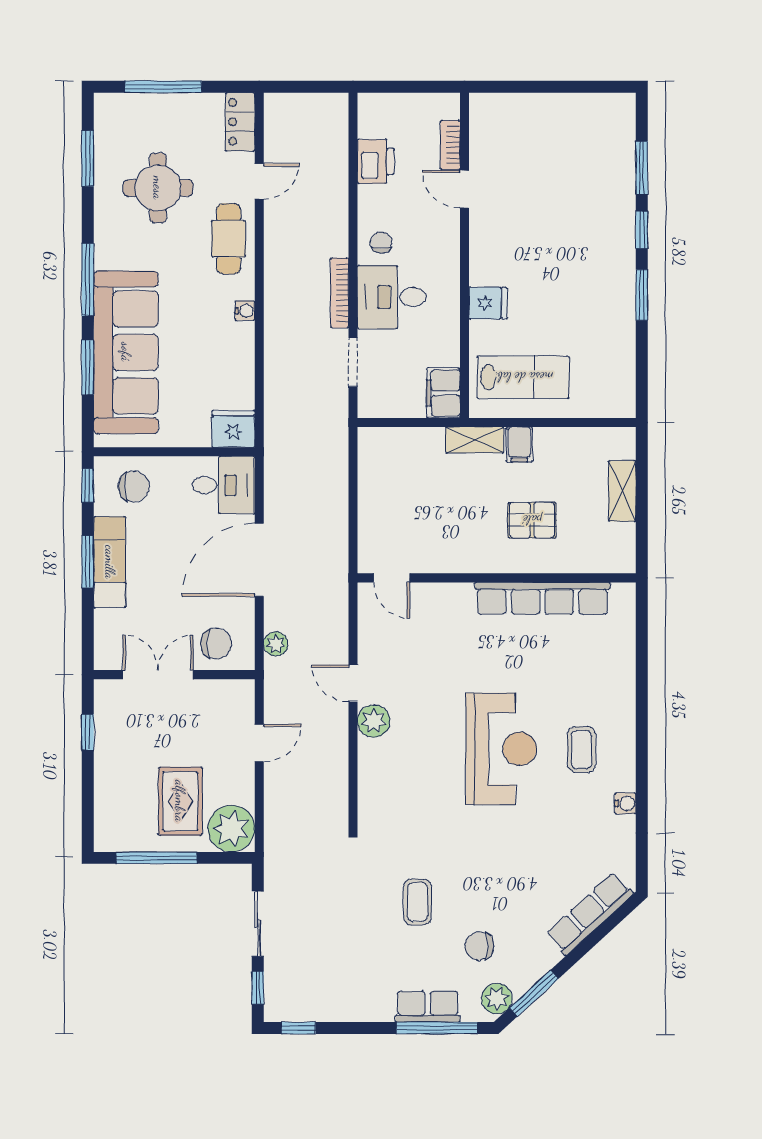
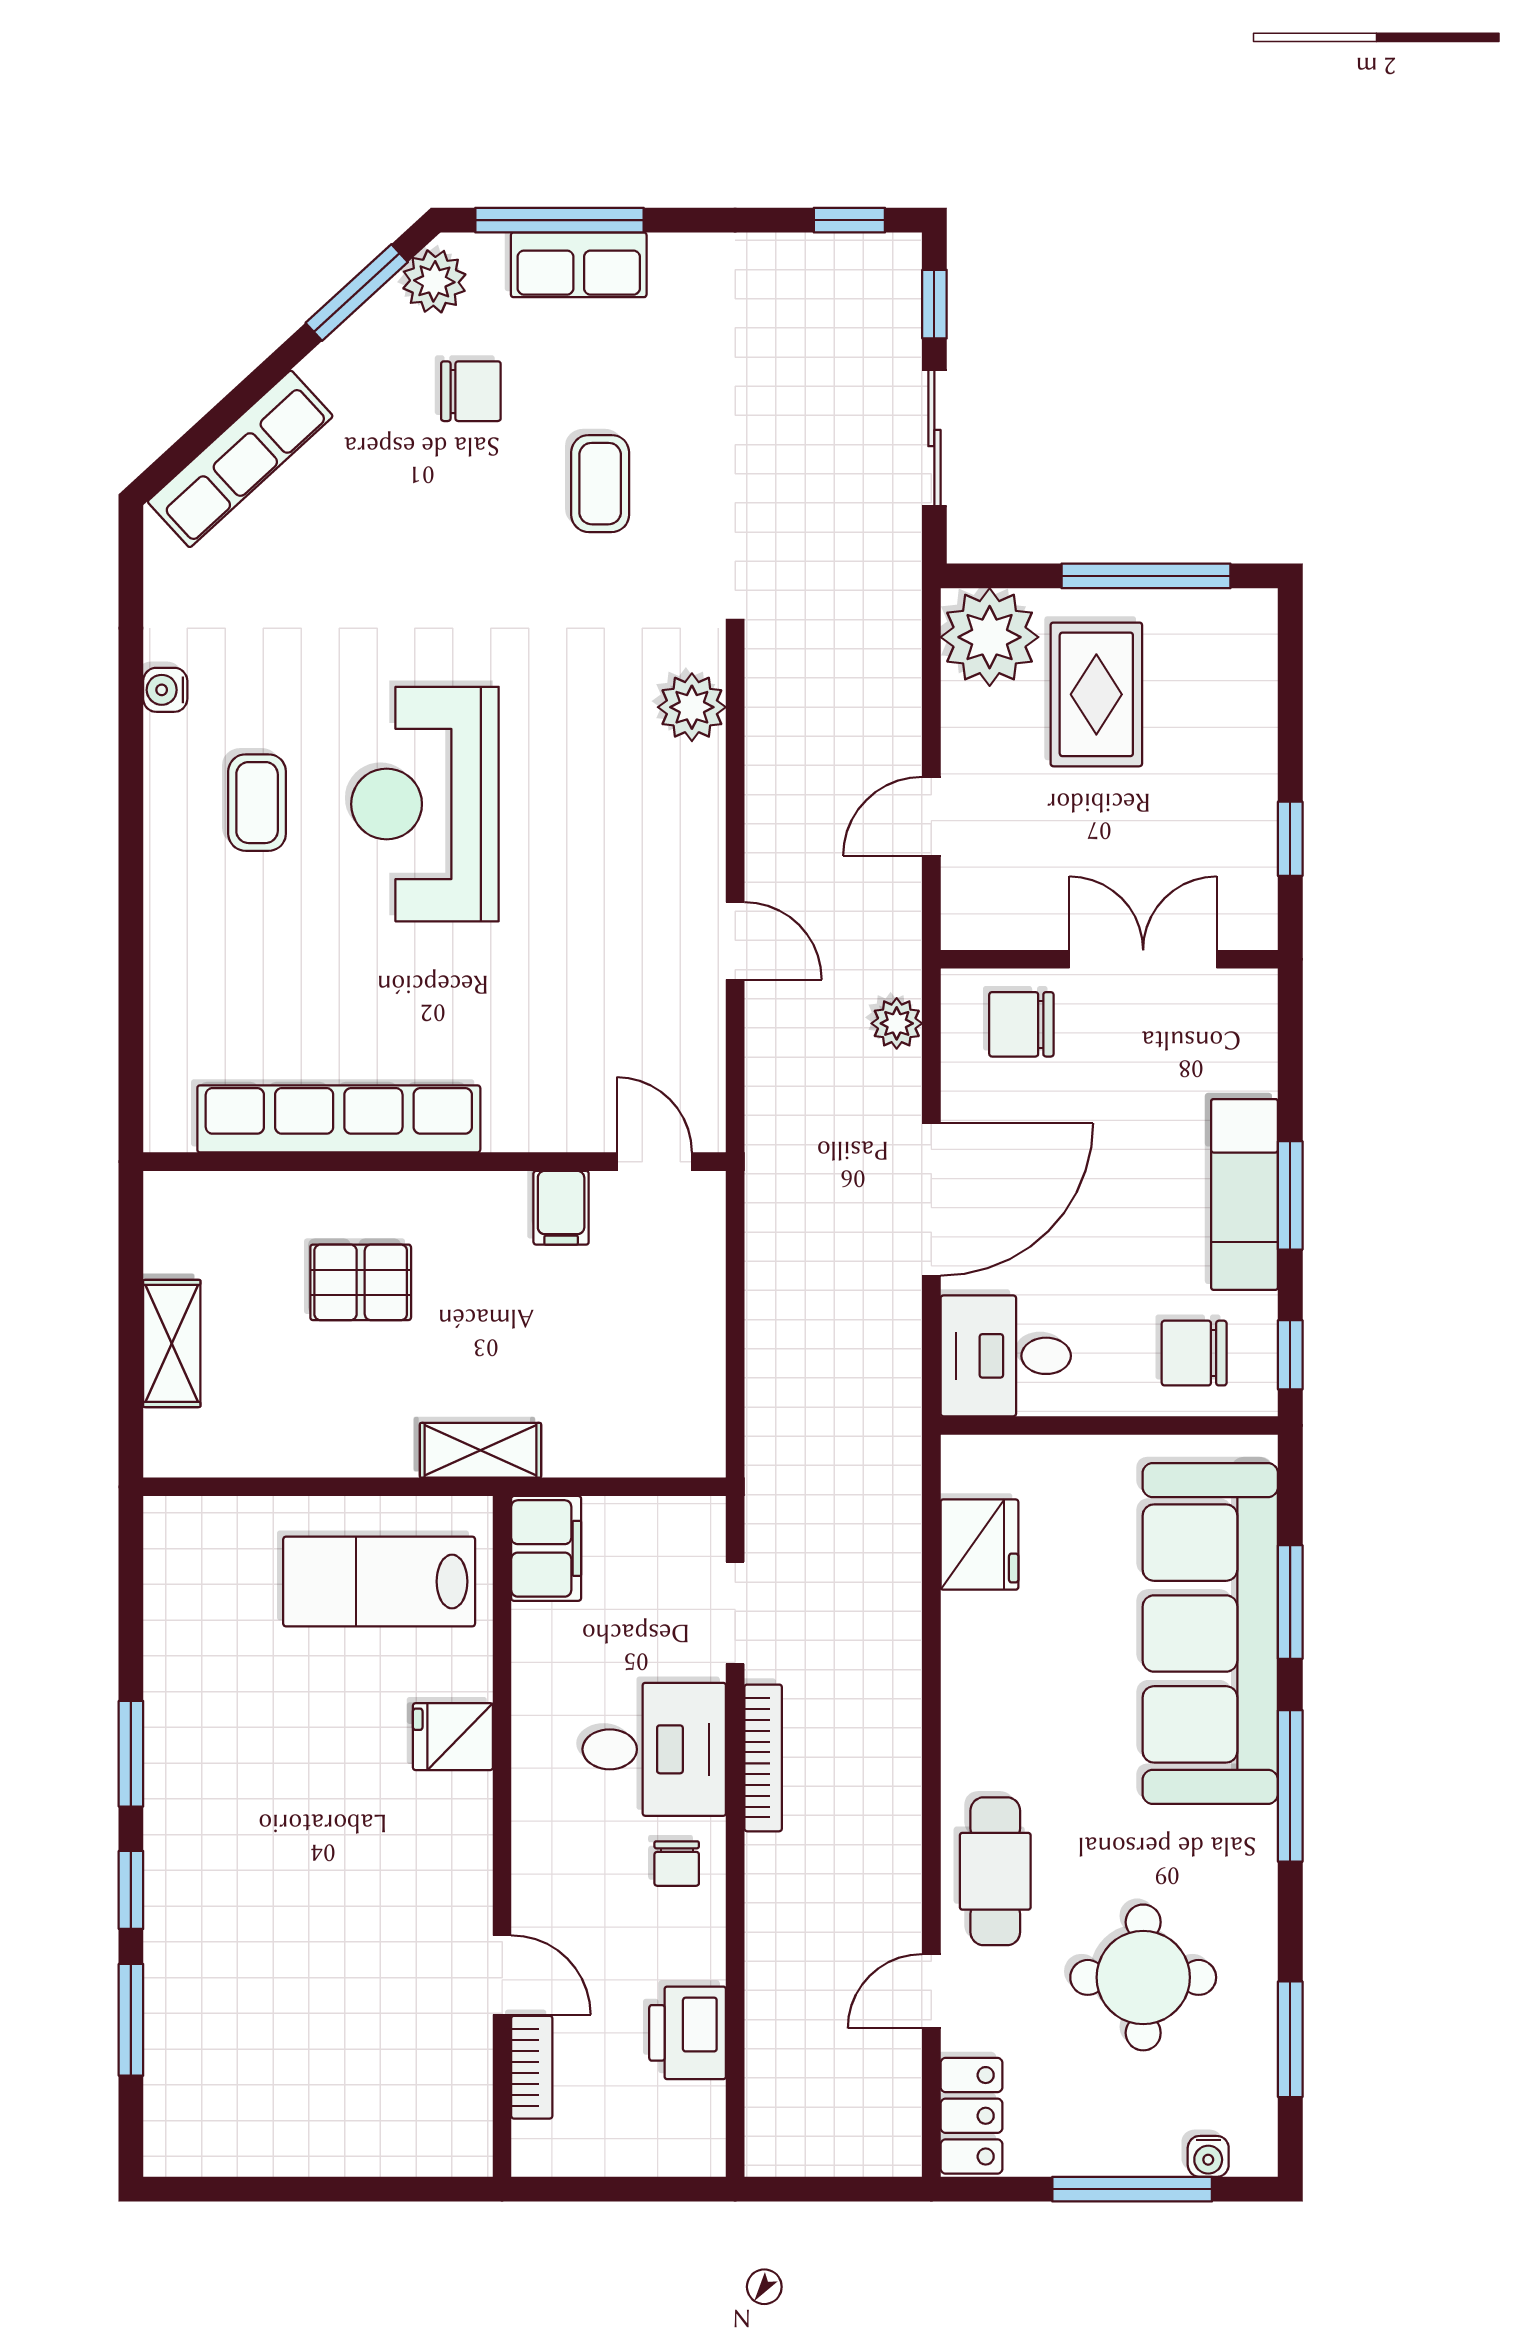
water cooler: (245, 311) -> (1208, 2156), moved, turned -90
fridge: (233, 429) -> (979, 1545), moved, turned -90
filing cabinet: (519, 444) -> (561, 1208), moved, turned 180
double door: (158, 675) -> (1143, 959), swing flipped
plant: (374, 721) -> (692, 707), moved

